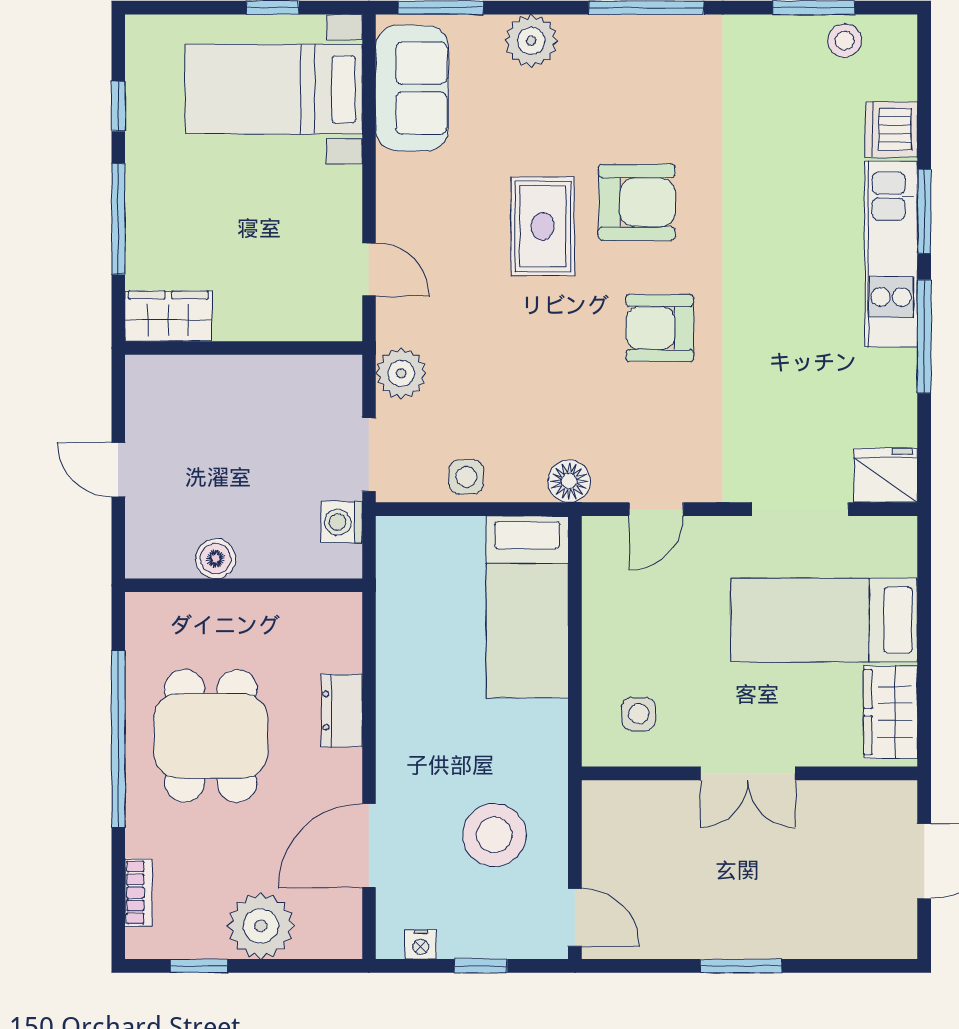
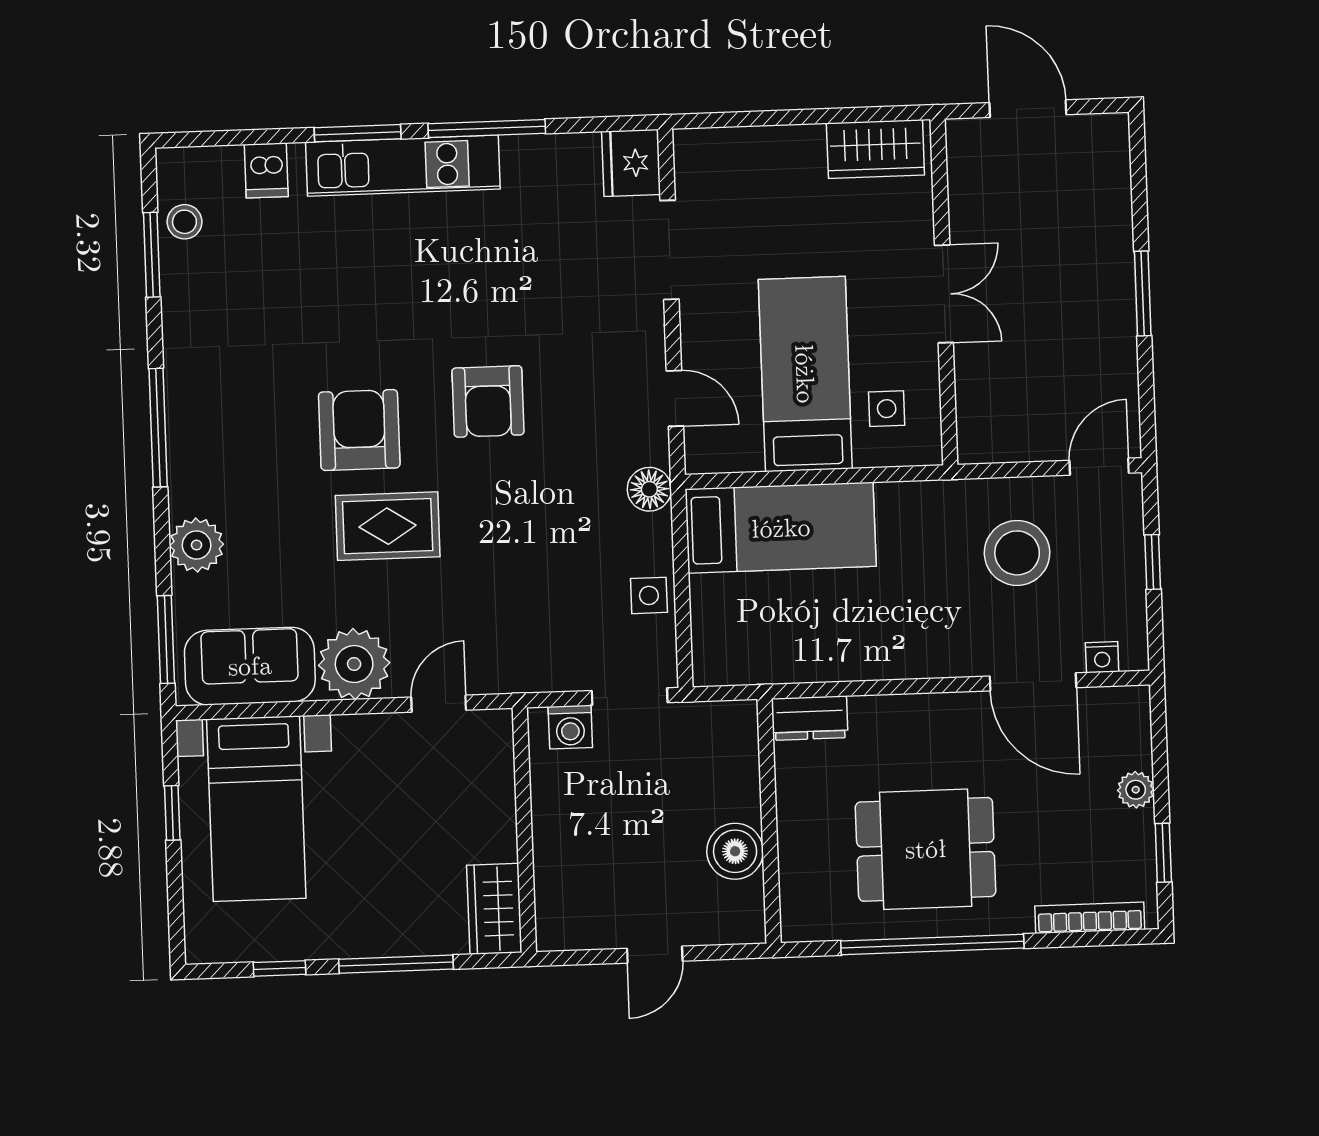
dishwasher: (891, 129) -> (266, 170), width x0.73
plant: (401, 373) -> (354, 664), moved, width x1.36, depth x1.36
washing machine: (342, 522) -> (570, 727), moved
boiler: (216, 559) -> (735, 851), width x1.36, depth x1.36
bed: (824, 620) -> (805, 374), moved, turned 180
dresser: (342, 711) -> (810, 718), moved
bookcase: (138, 892) -> (1090, 918), width x1.56
plant: (261, 926) -> (1136, 790), width x0.53, depth x0.53
nightstand: (421, 944) -> (1102, 657), moved, turned 90

